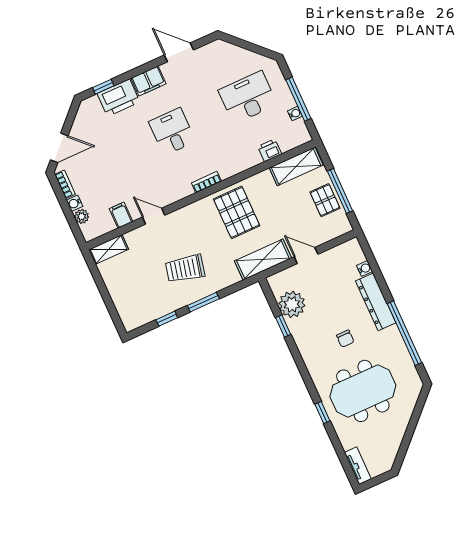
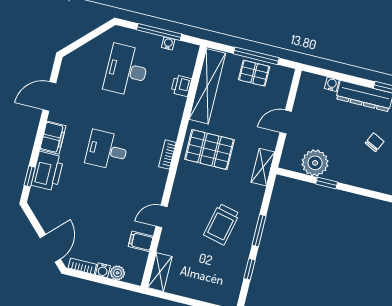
shelving: (296, 166) -> (207, 86), width x1.47
shelving: (263, 260) -> (263, 167), width x0.67, depth x0.75
chair: (345, 339) -> (375, 142), turned -64

